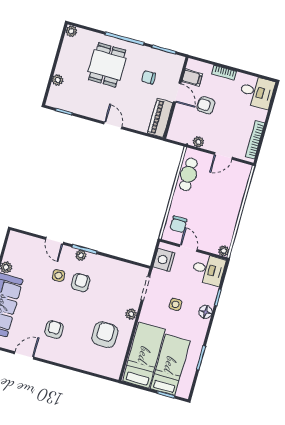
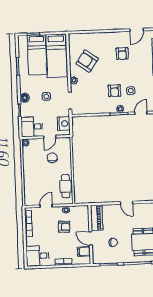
armchair: (206, 105) -> (64, 227), moved
chair: (178, 224) -> (52, 158), moved
door: (54, 241) -> (141, 113), hinge flipped
door: (189, 248) -> (50, 137), hinge flipped
armchair: (105, 335) -> (87, 61), turned 125

